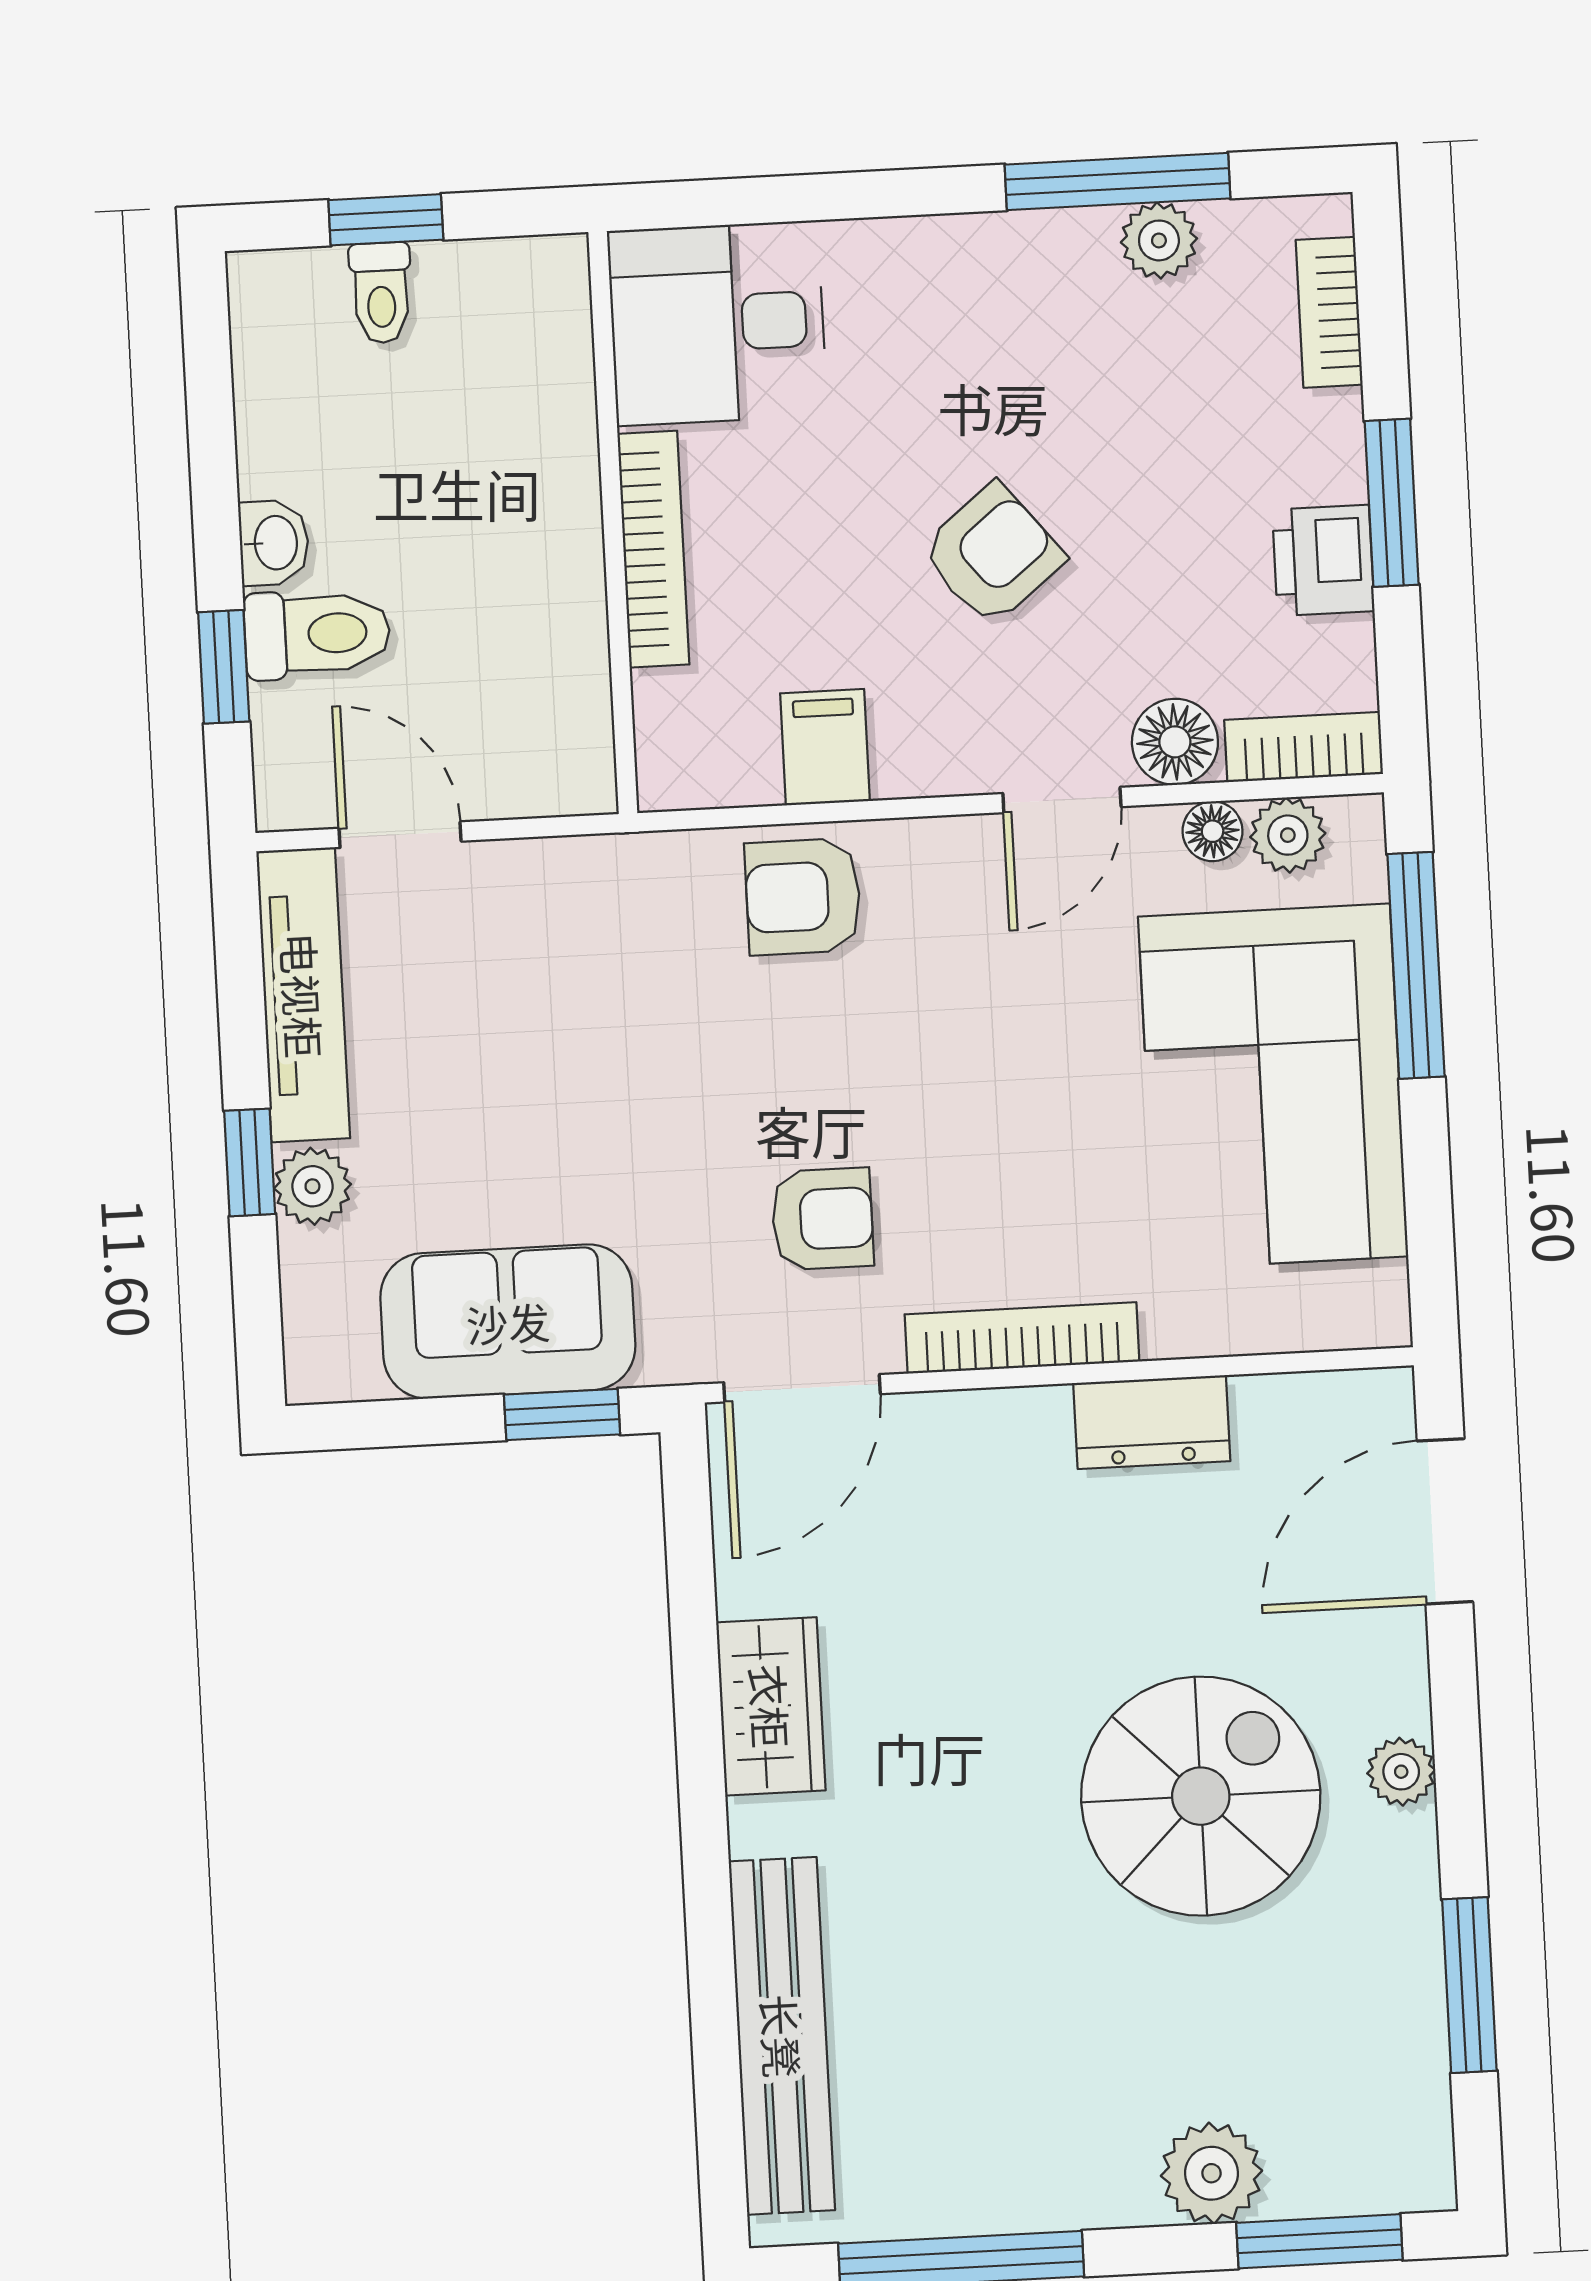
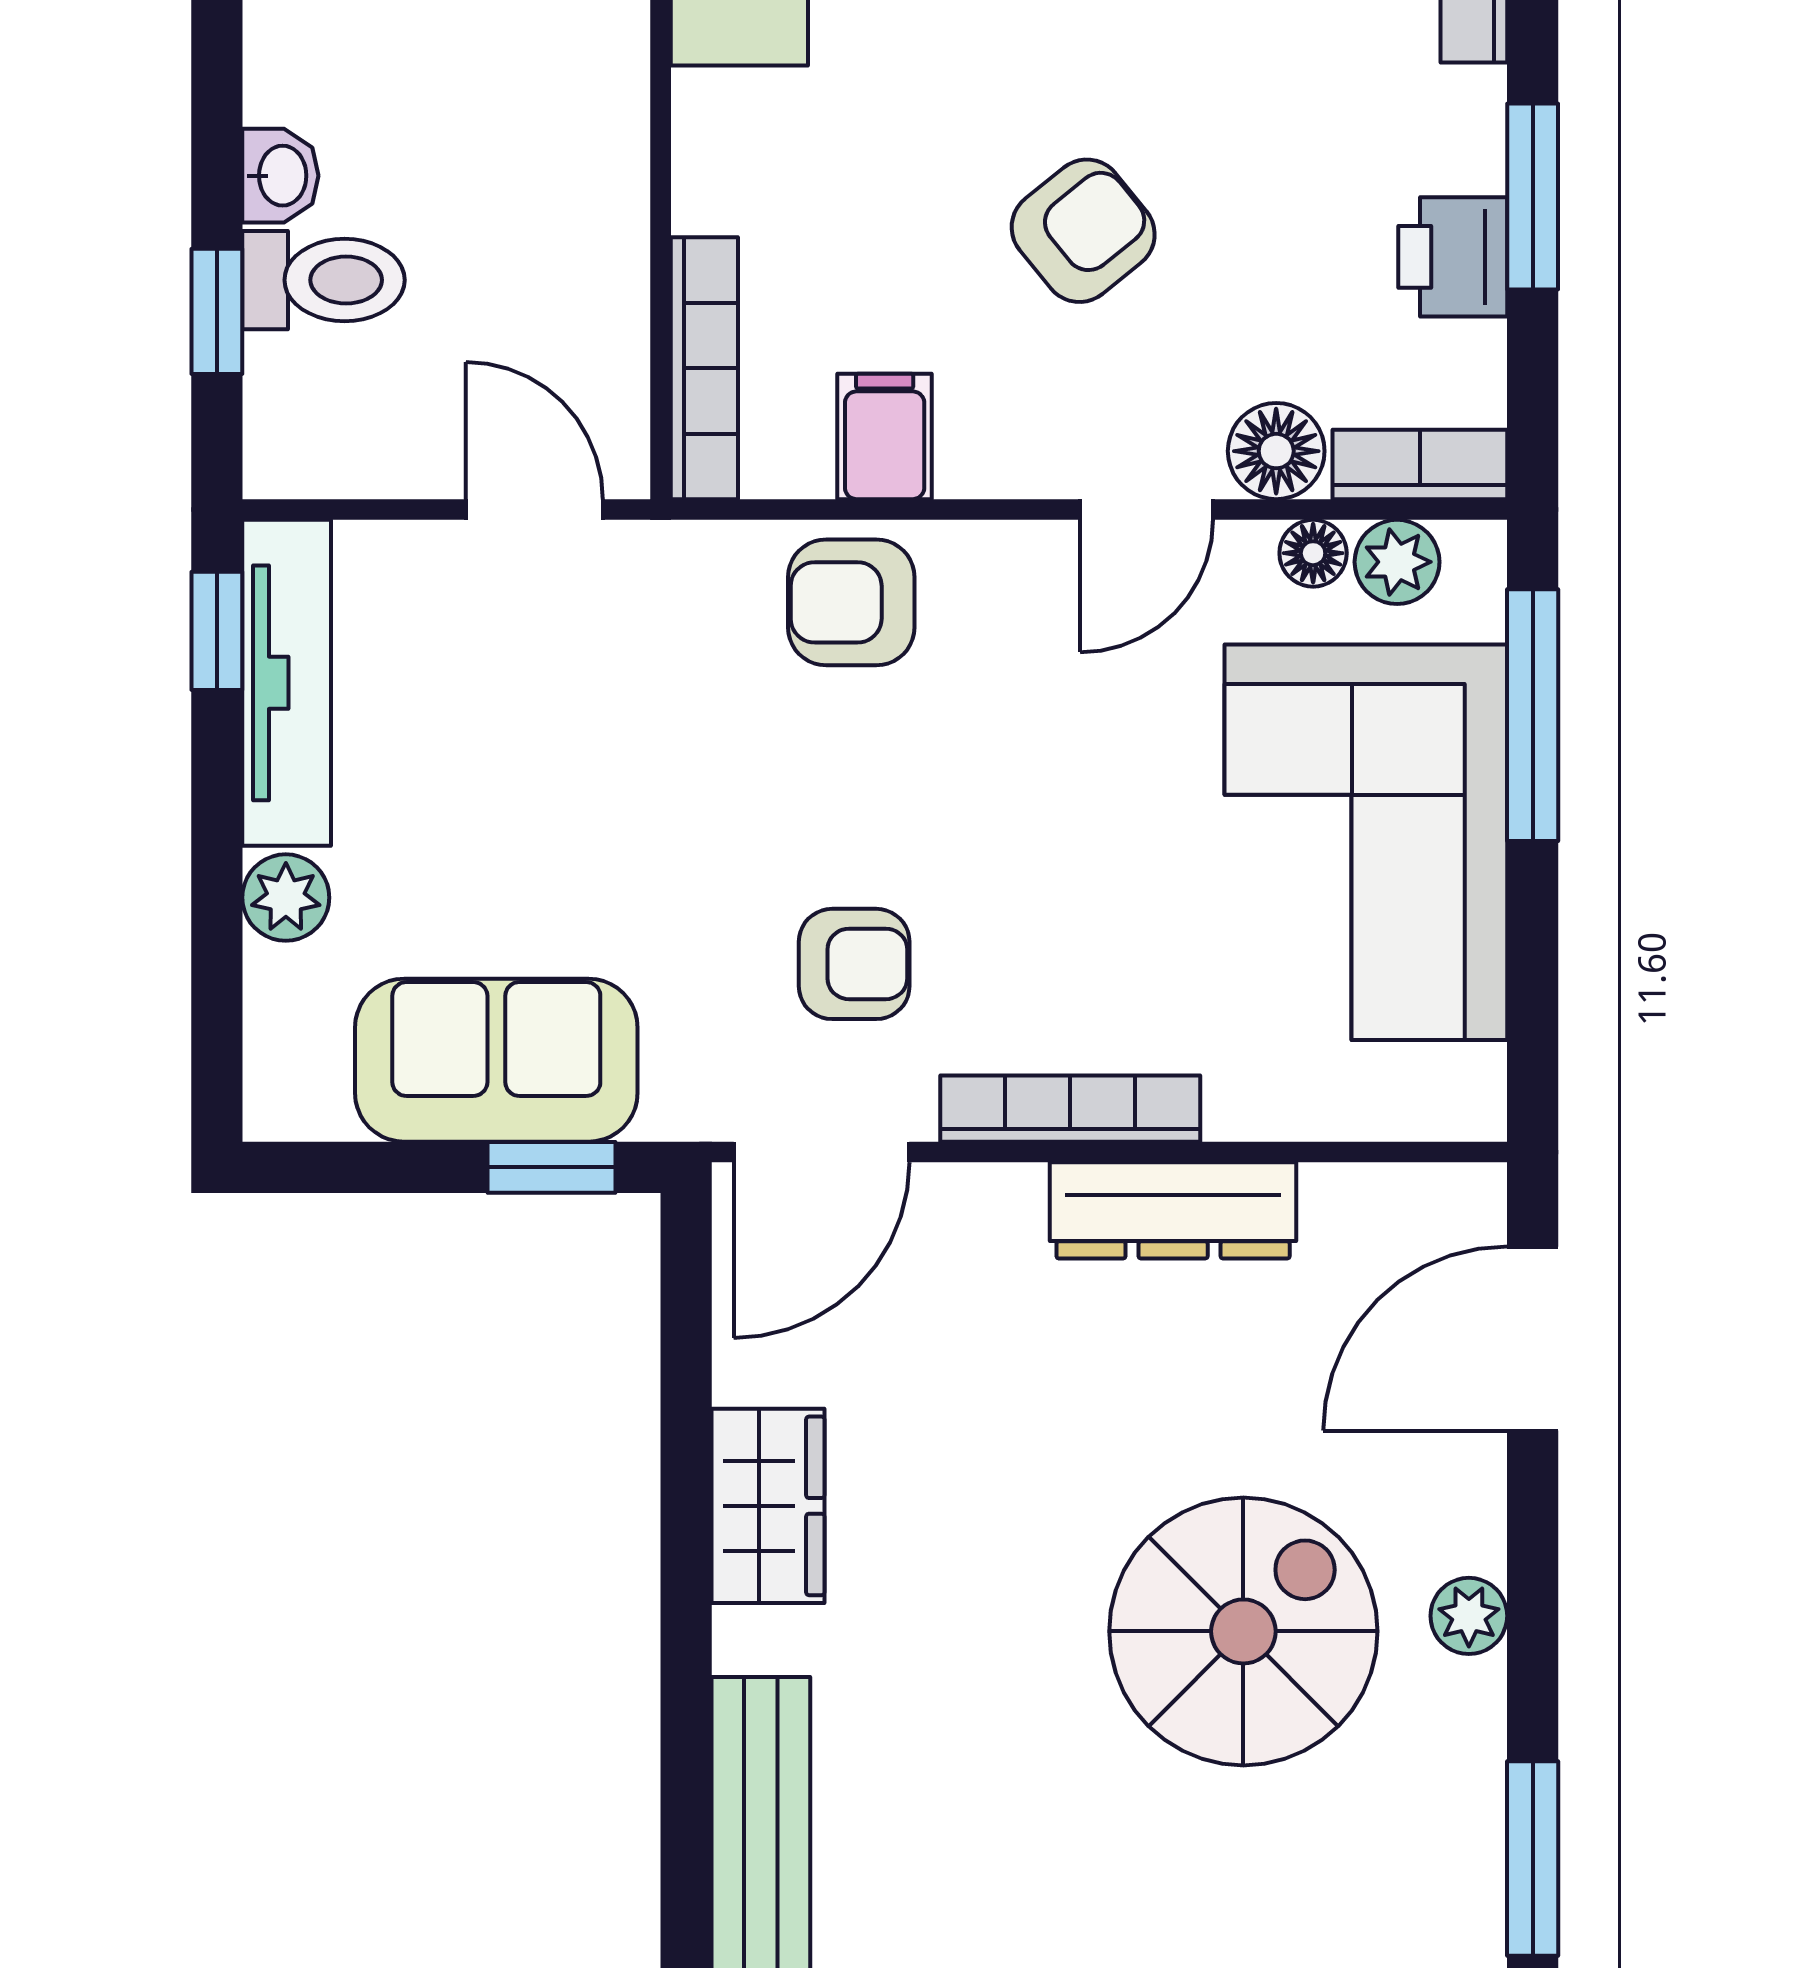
bookcase: (653, 549) -> (704, 368), moved
door: (400, 835) -> (534, 509), moved
window: (250, 1162) -> (217, 631), moved
dresser: (1152, 1422) -> (1173, 1210), width x1.44

